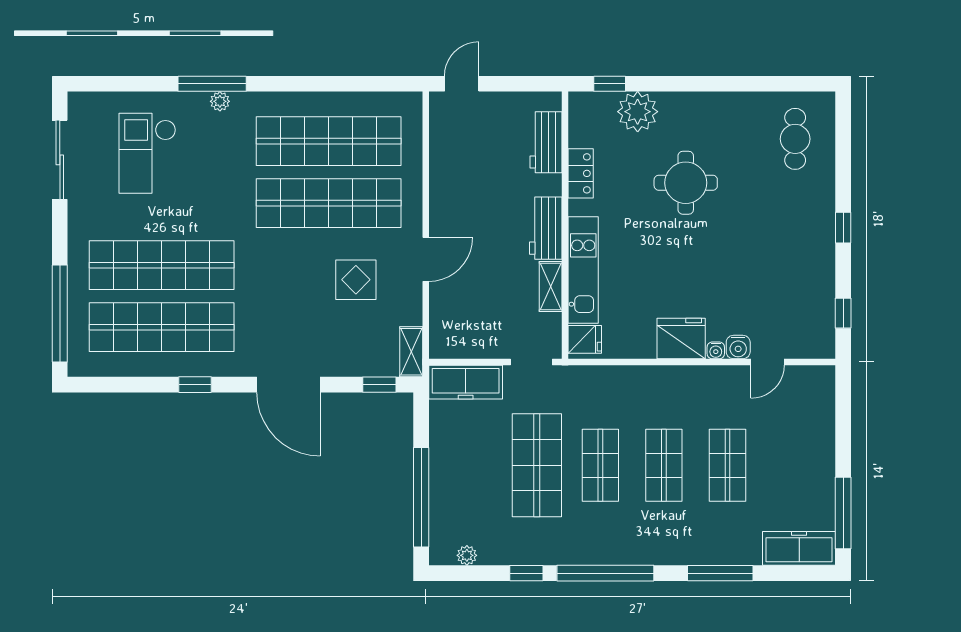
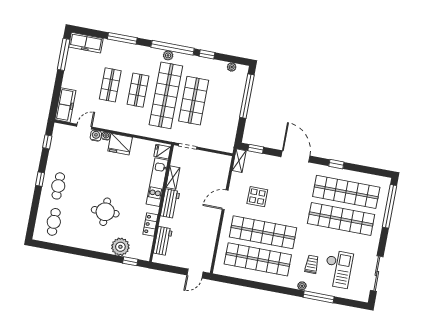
window: (212, 84) -> (319, 297), moved
trolley: (208, 153) -> (312, 264), added
cafe table: (800, 220) -> (58, 186), added
freezer: (466, 382) -> (65, 105), moved, turned 90
shop shelf: (600, 465) -> (166, 95), width x2.00, depth x1.36
plant: (612, 554) -> (168, 55), added

